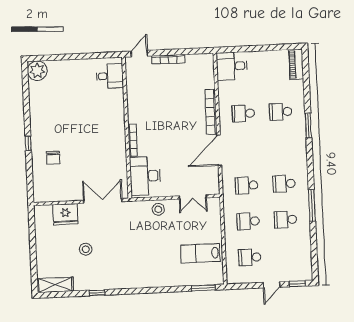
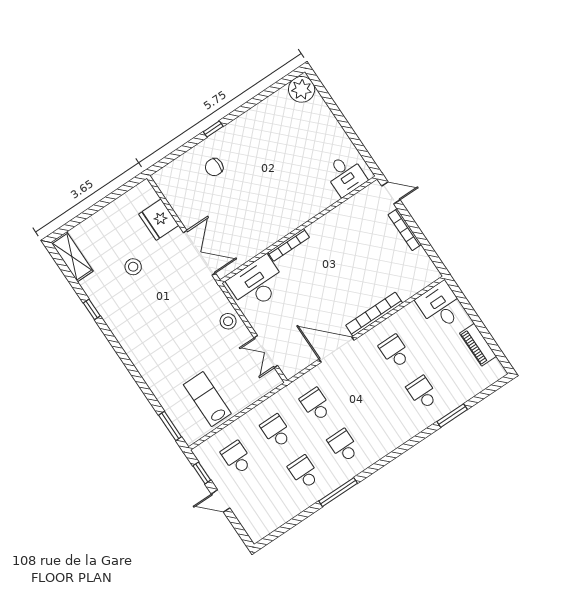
piano: (296, 64) -> (478, 345), moved, turned -90
window: (308, 125) -> (452, 416), moved
window: (297, 284) -> (202, 473), moved

